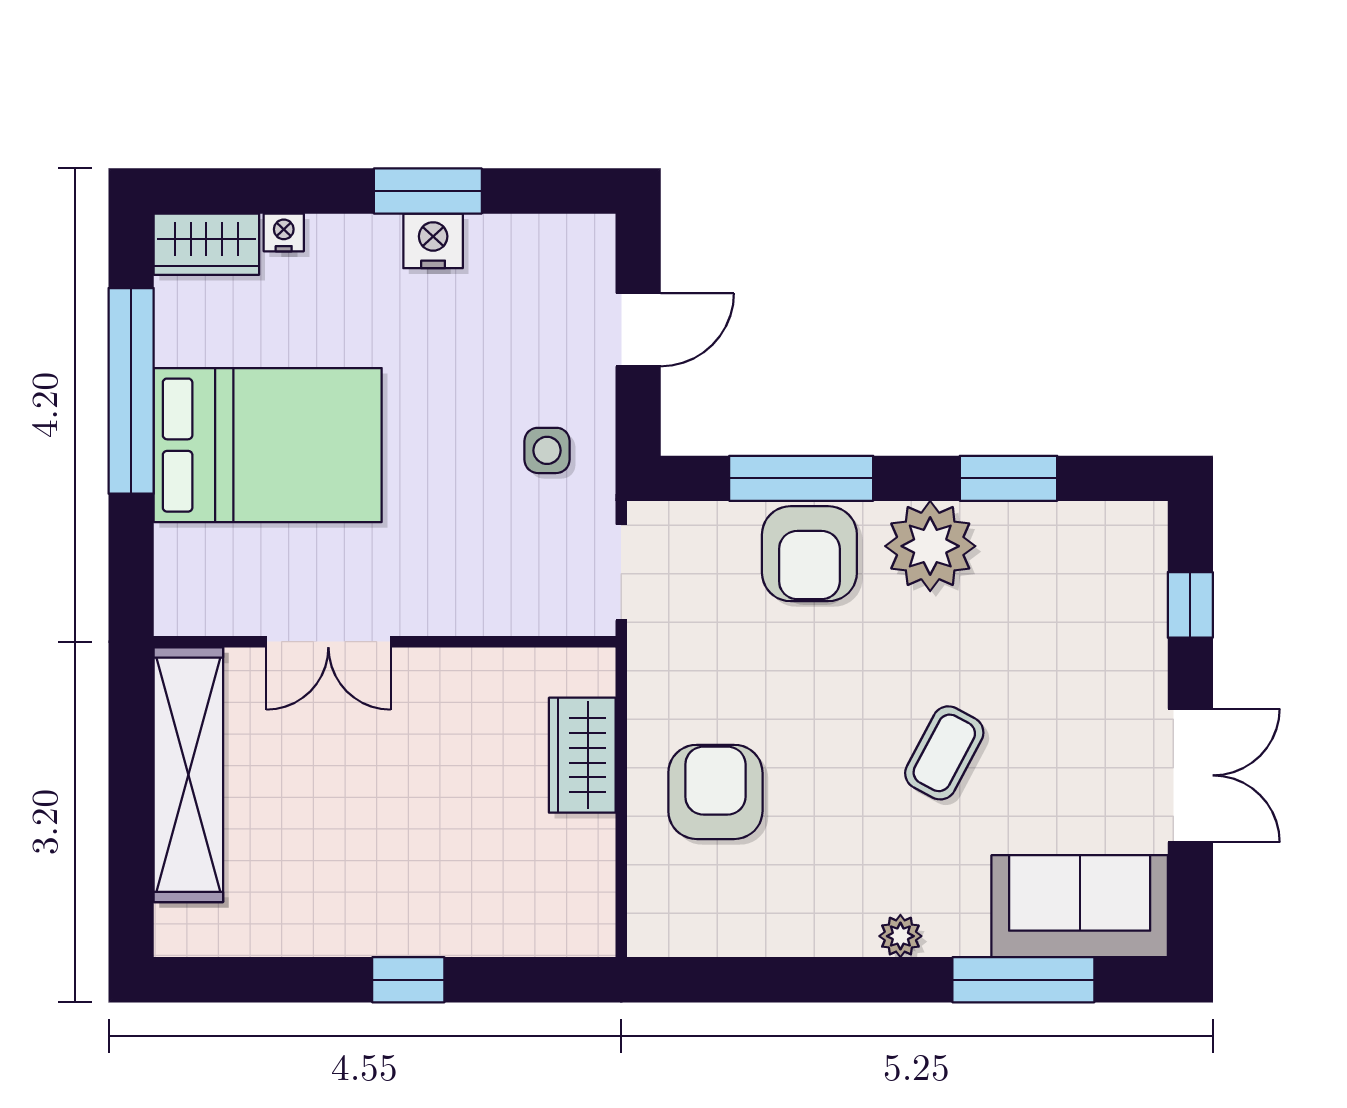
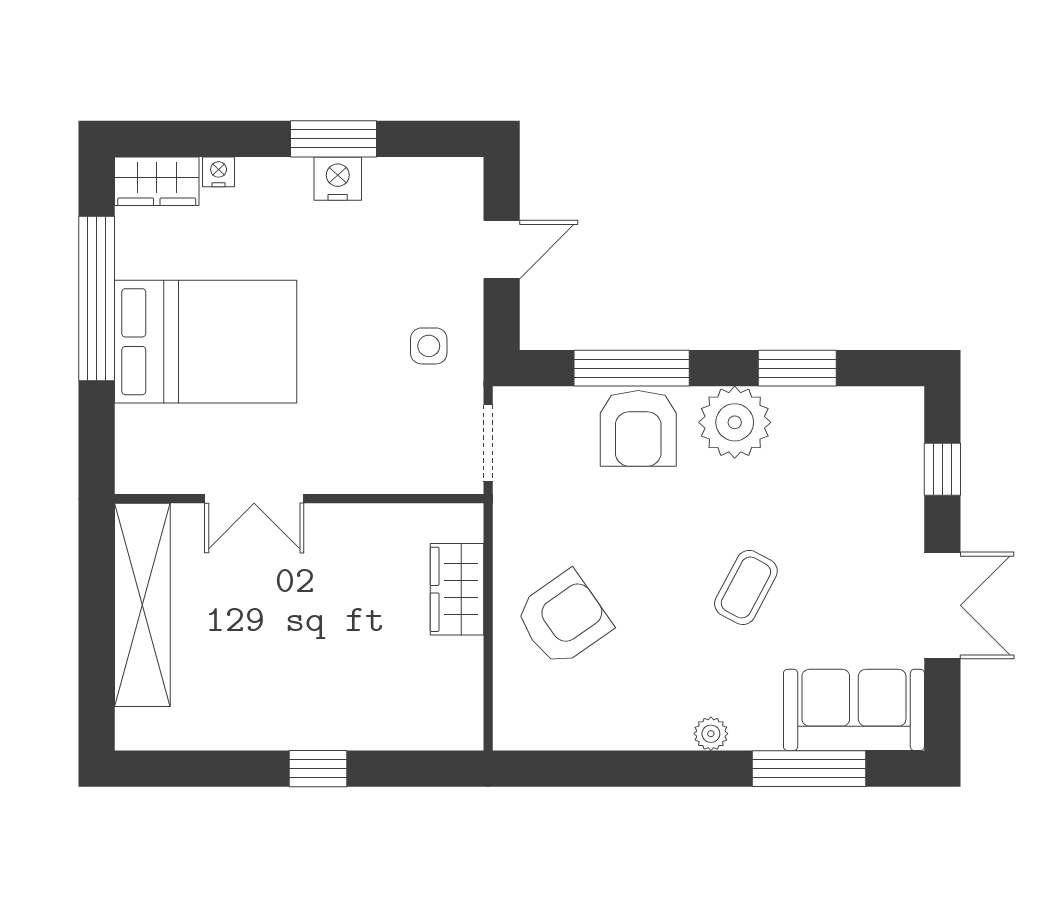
armchair: (715, 792) -> (563, 619), turned 55

